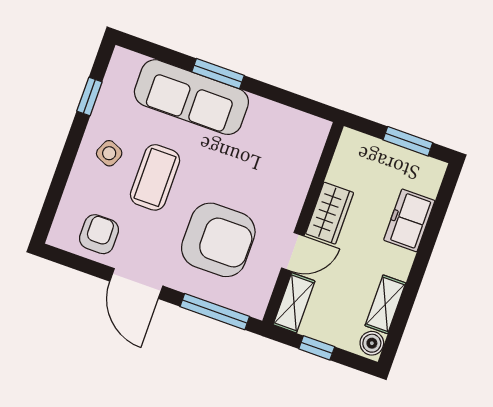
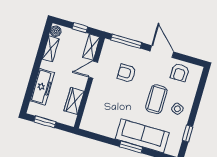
wardrobe: (330, 213) -> (74, 101), moved
freezer: (409, 220) -> (42, 87), width x1.40
armchair: (218, 240) -> (127, 73), width x0.53, depth x0.53

